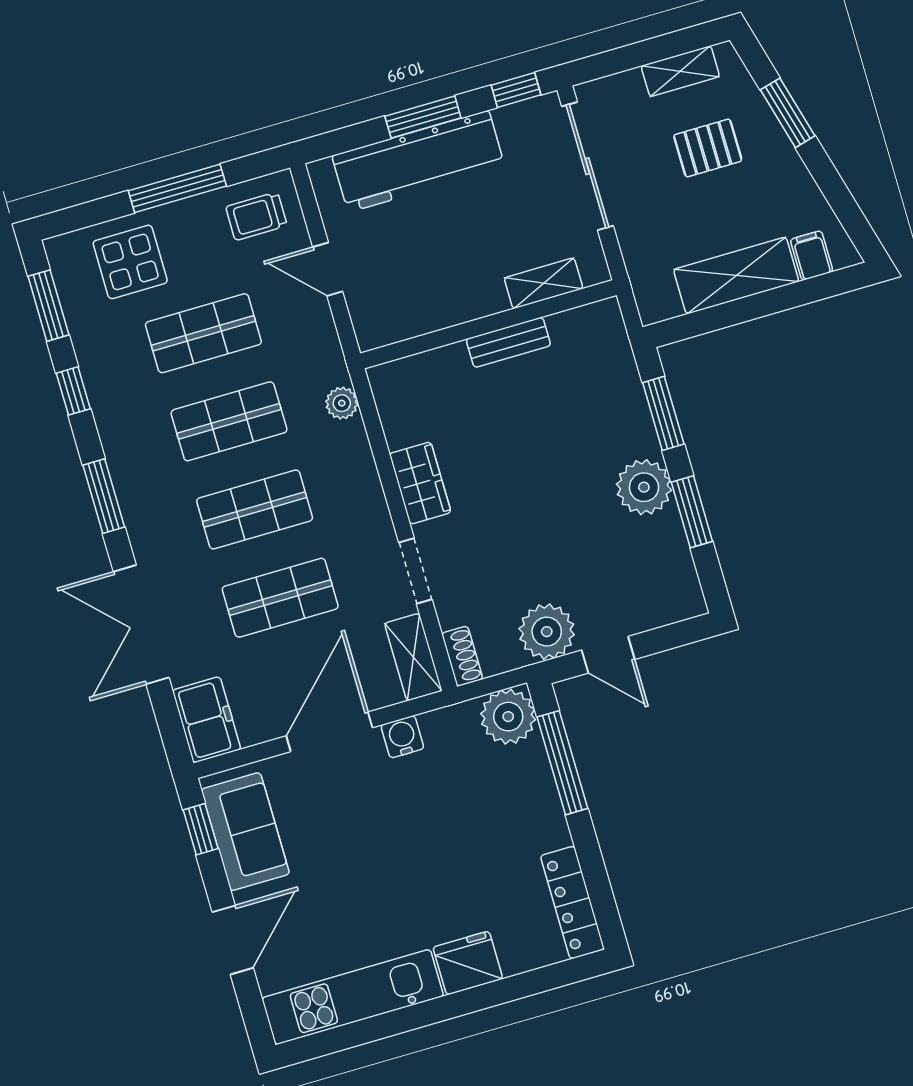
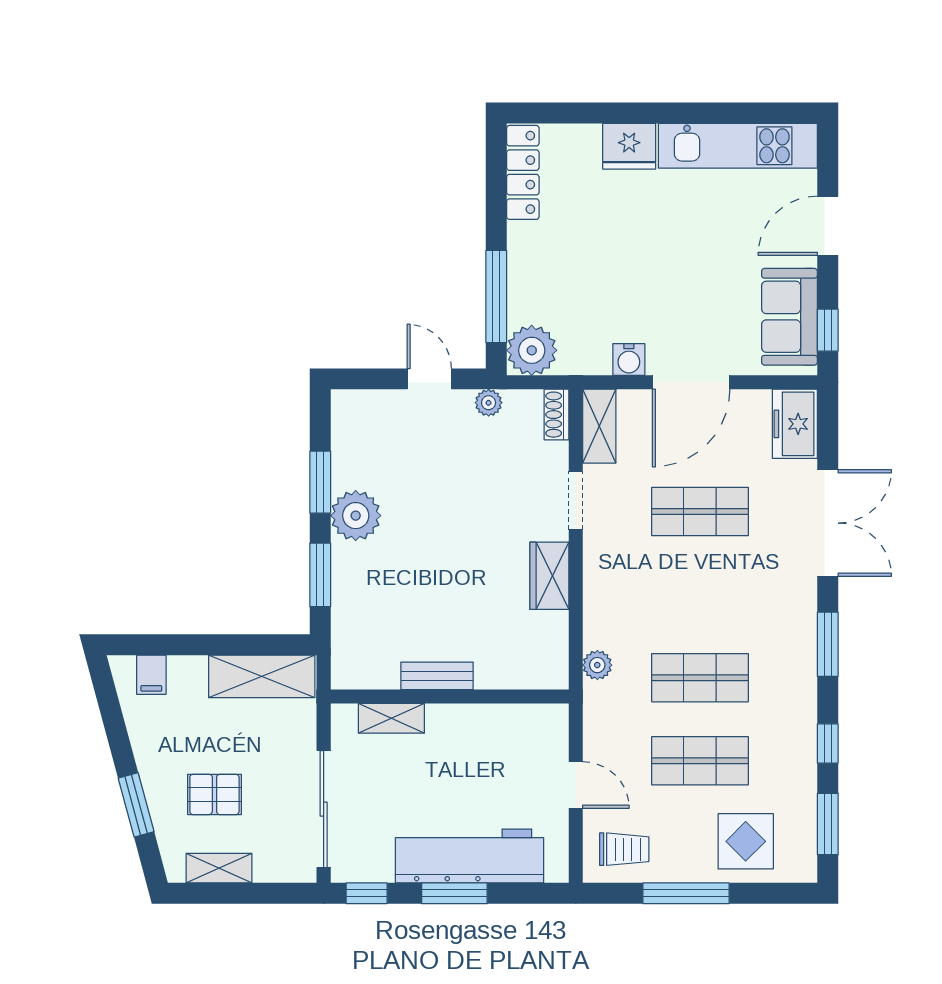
shelving: (736, 275) -> (262, 676), moved
shop shelf: (255, 509) -> (700, 595), removed
plant: (547, 632) -> (489, 403), width x0.53, depth x0.53

